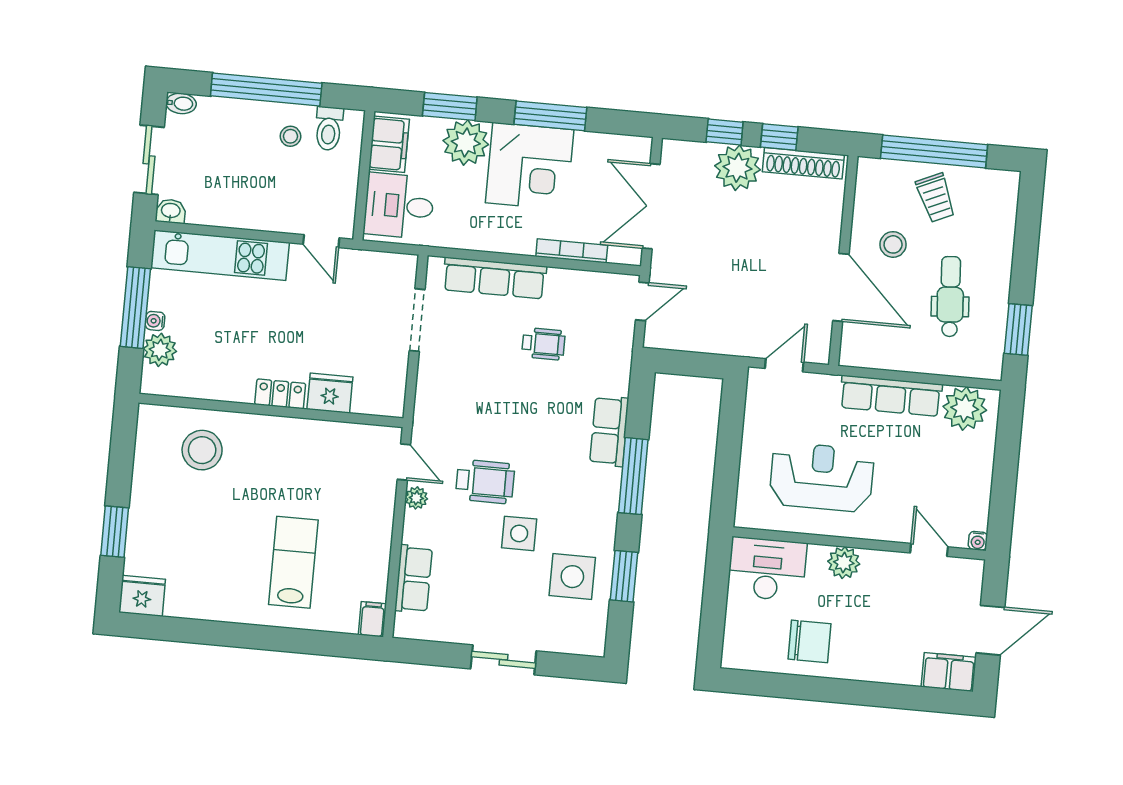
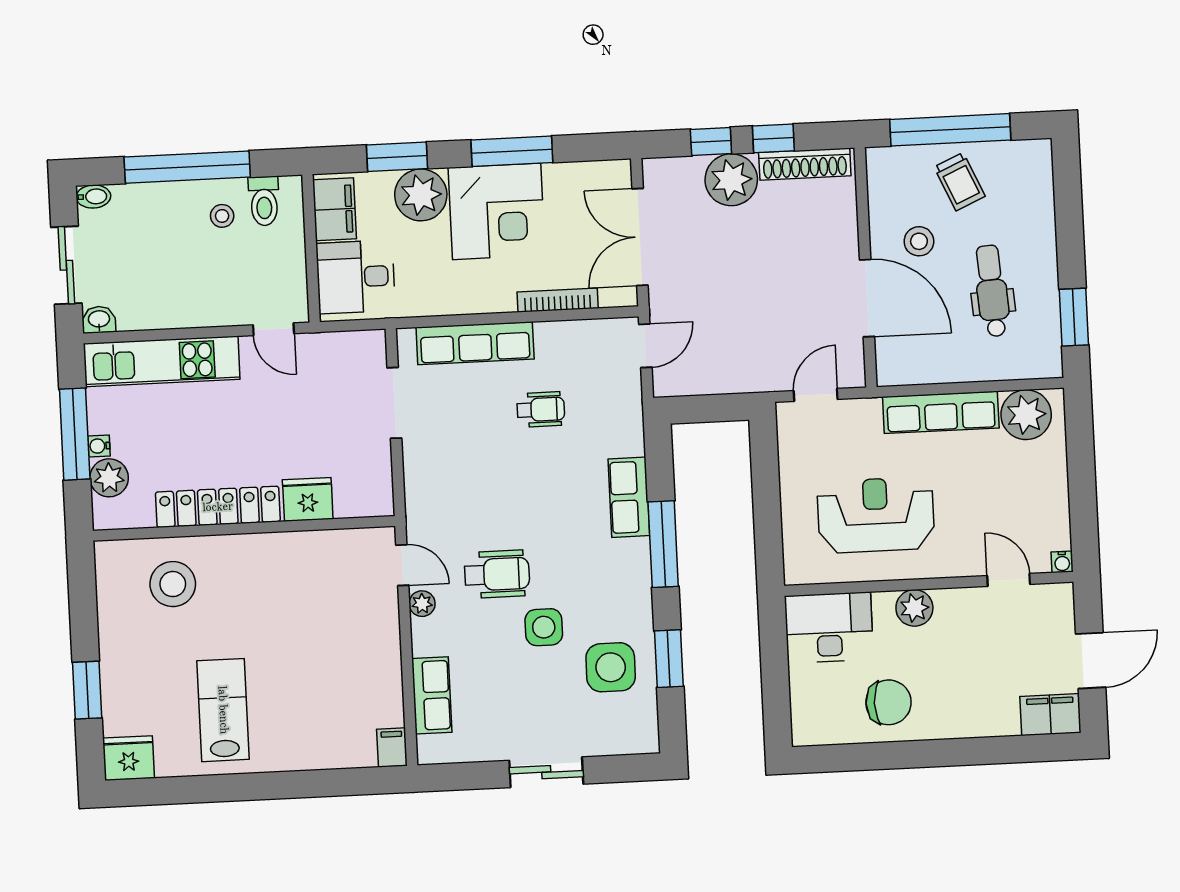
locker: (280, 394) -> (218, 507), width x2.16, depth x1.21
lab bench: (293, 562) -> (223, 710), moved

